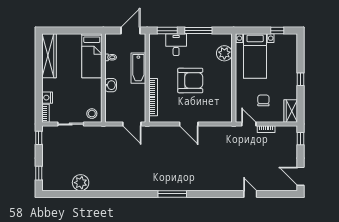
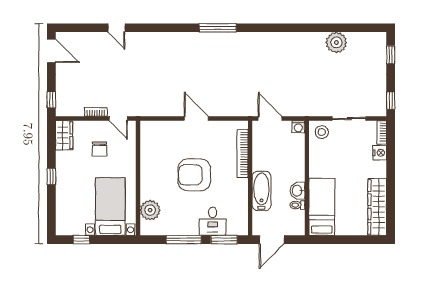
washbasin: (111, 85) -> (297, 191), moved
washing machine: (110, 118) -> (298, 127), added

